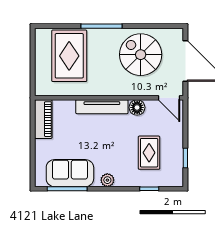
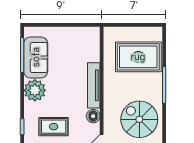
spiral stairs: (141, 55) -> (139, 119), turned -90
piano: (43, 119) -> (83, 34), removed
plant: (107, 180) -> (35, 90), width x1.88, depth x1.88

